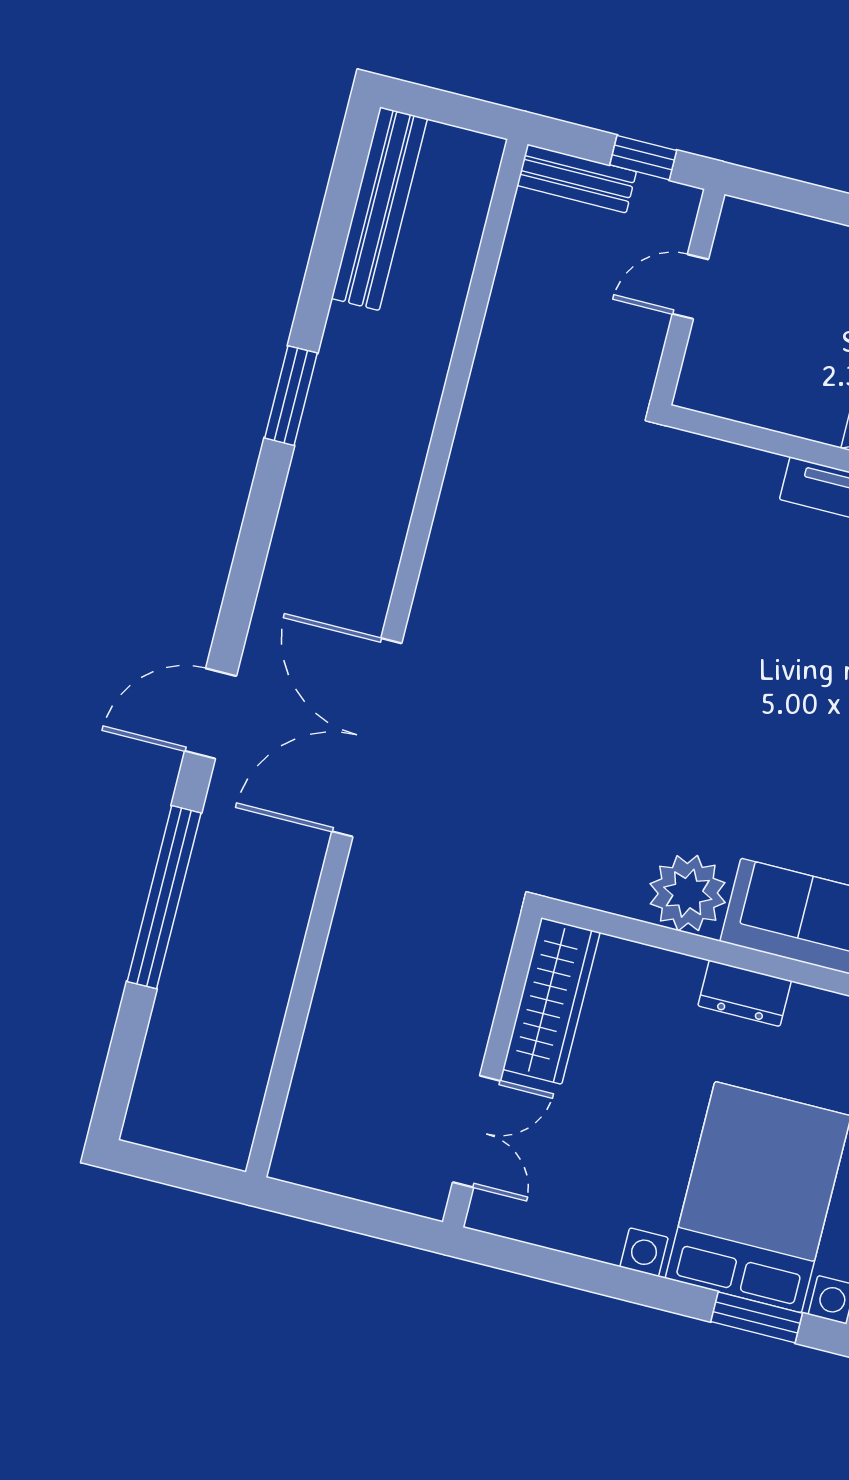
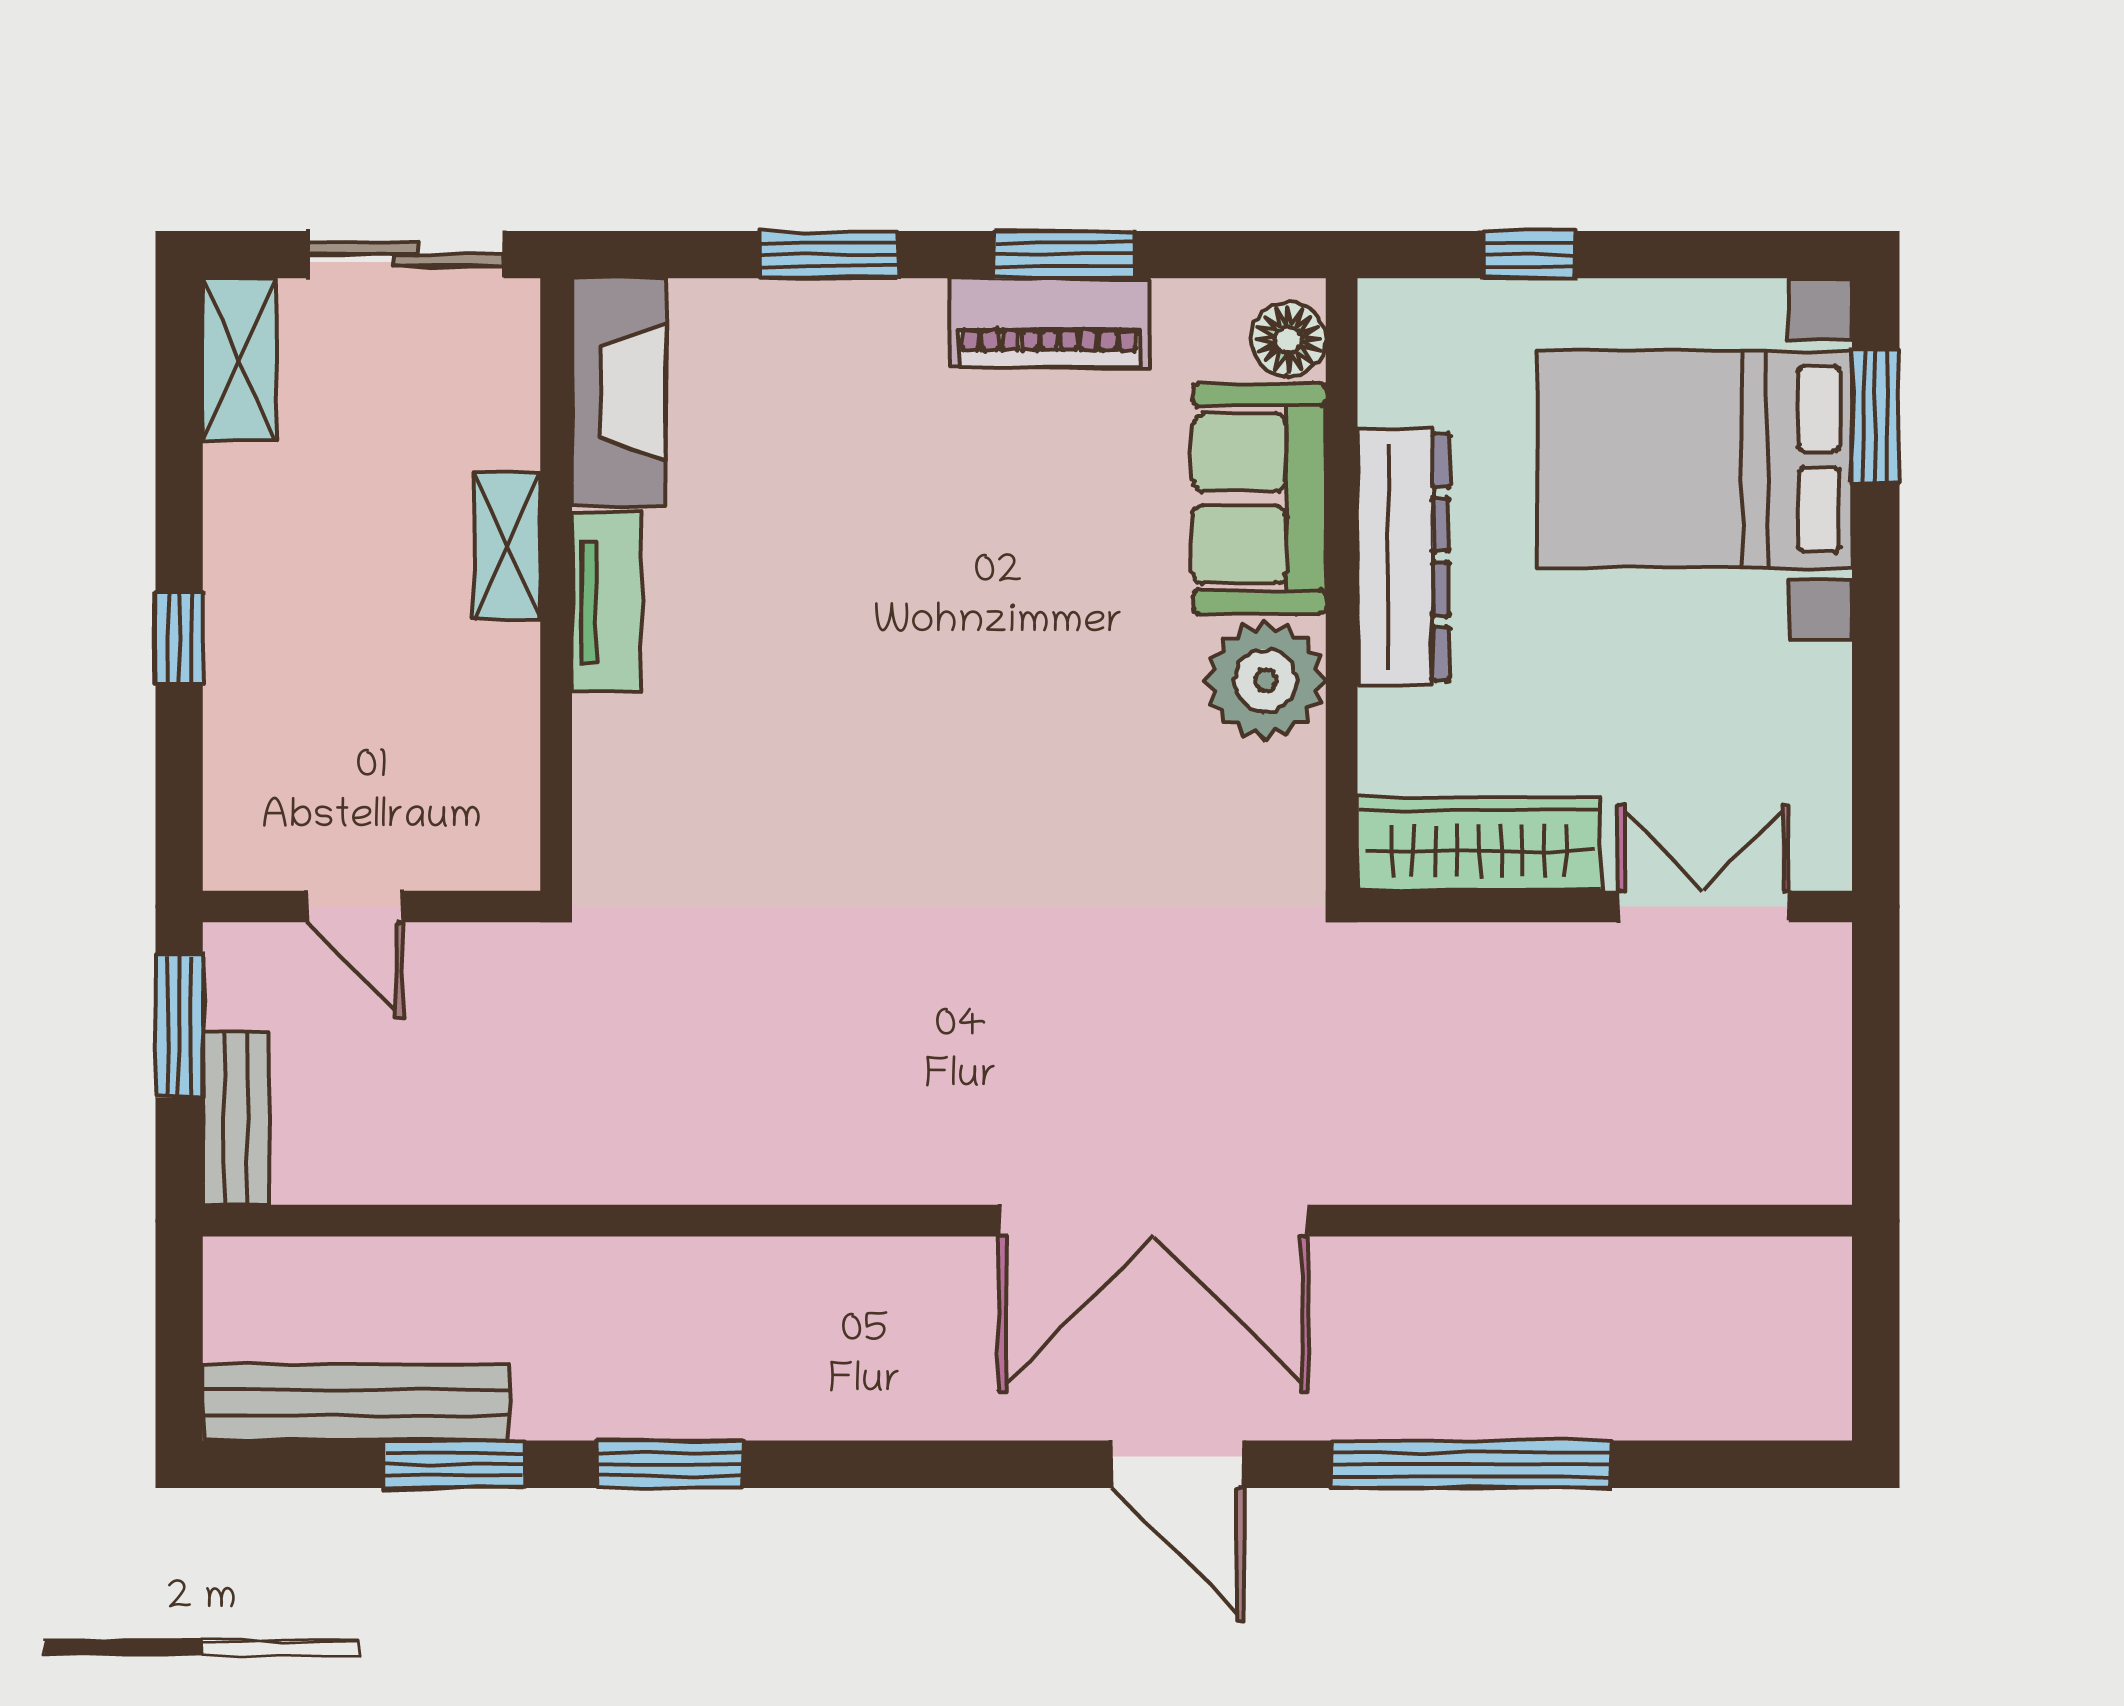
window: (643, 158) -> (179, 1026), width x1.50
window: (325, 260) -> (454, 1464), added
dresser: (745, 993) -> (1403, 557), width x1.96, depth x1.24

